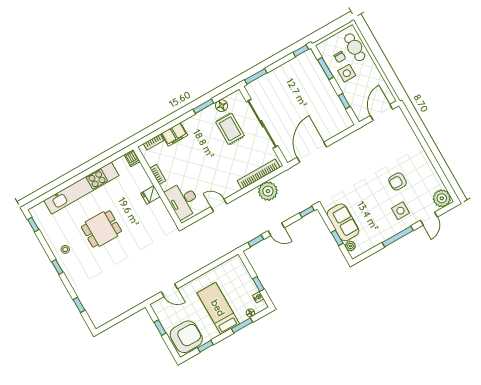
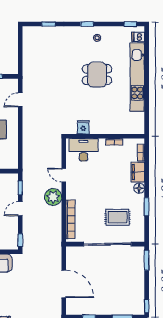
floor lamp: (222, 106) -> (139, 188), moved
door: (312, 152) -> (64, 284), moved
dishwasher: (132, 158) -> (138, 37), moved
plant: (268, 191) -> (53, 197), moved
fridge: (150, 195) -> (83, 127), moved
door: (219, 205) -> (64, 175), swing flipped
dining table: (101, 229) -> (97, 75), turned 90

